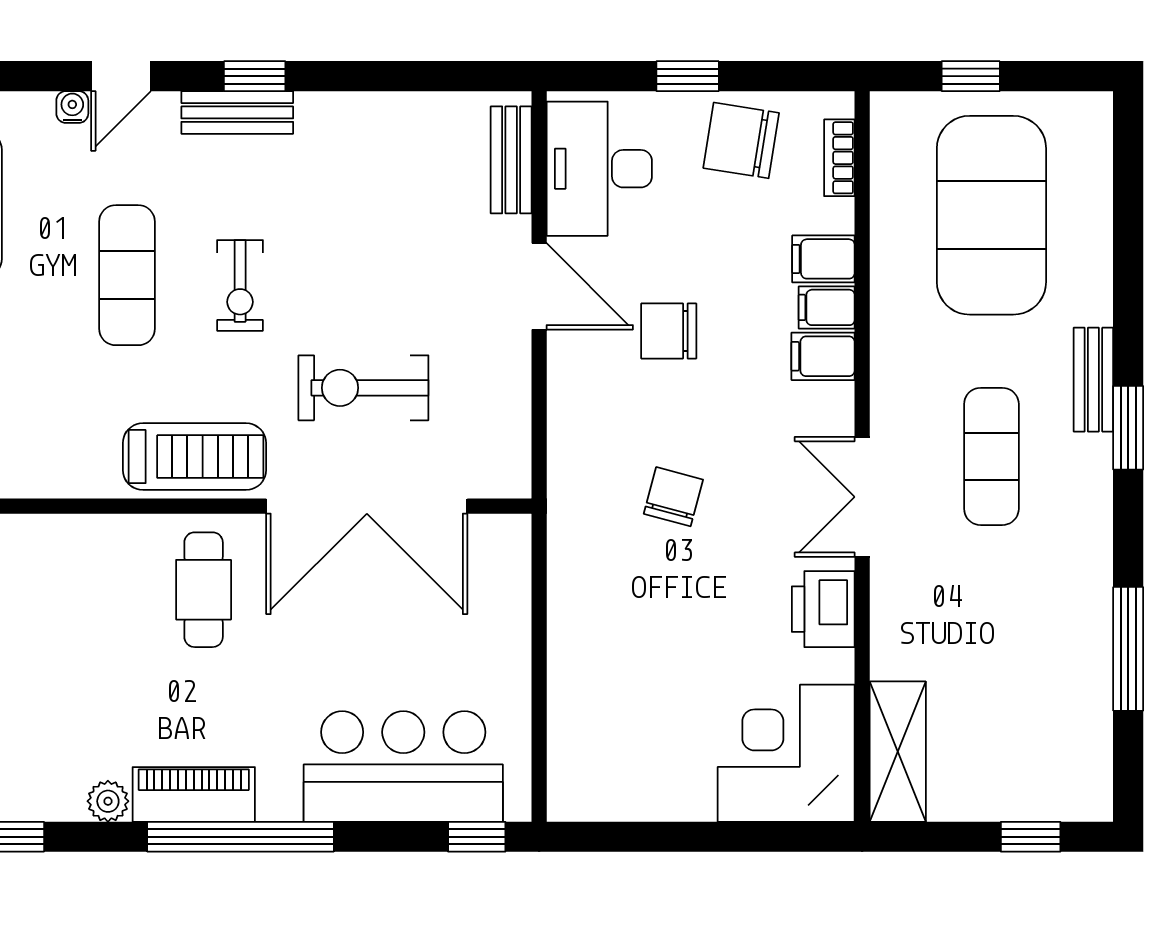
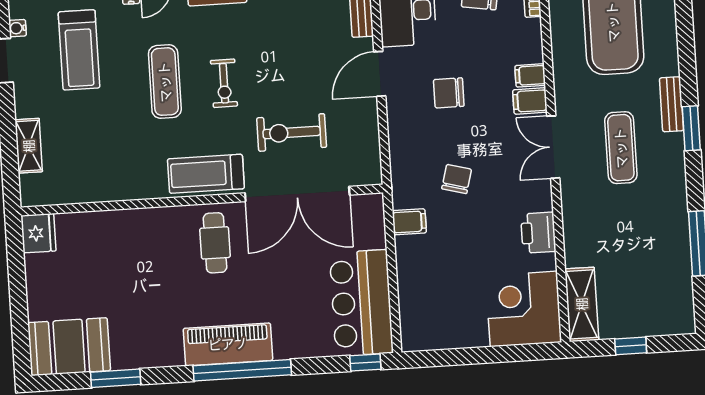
filing cabinet: (823, 259) -> (409, 222), moved, turned 180
door: (539, 286) -> (380, 74), swing flipped
treadmill: (194, 457) -> (206, 174), turned 180
double door: (862, 497) -> (553, 147), moved
bar counter: (403, 766) -> (361, 303), moved, turned -90
piano: (194, 794) -> (228, 344), width x1.37, depth x1.33
plant: (108, 801) -> (172, 356), removed
window: (1031, 837) -> (631, 346), moved

